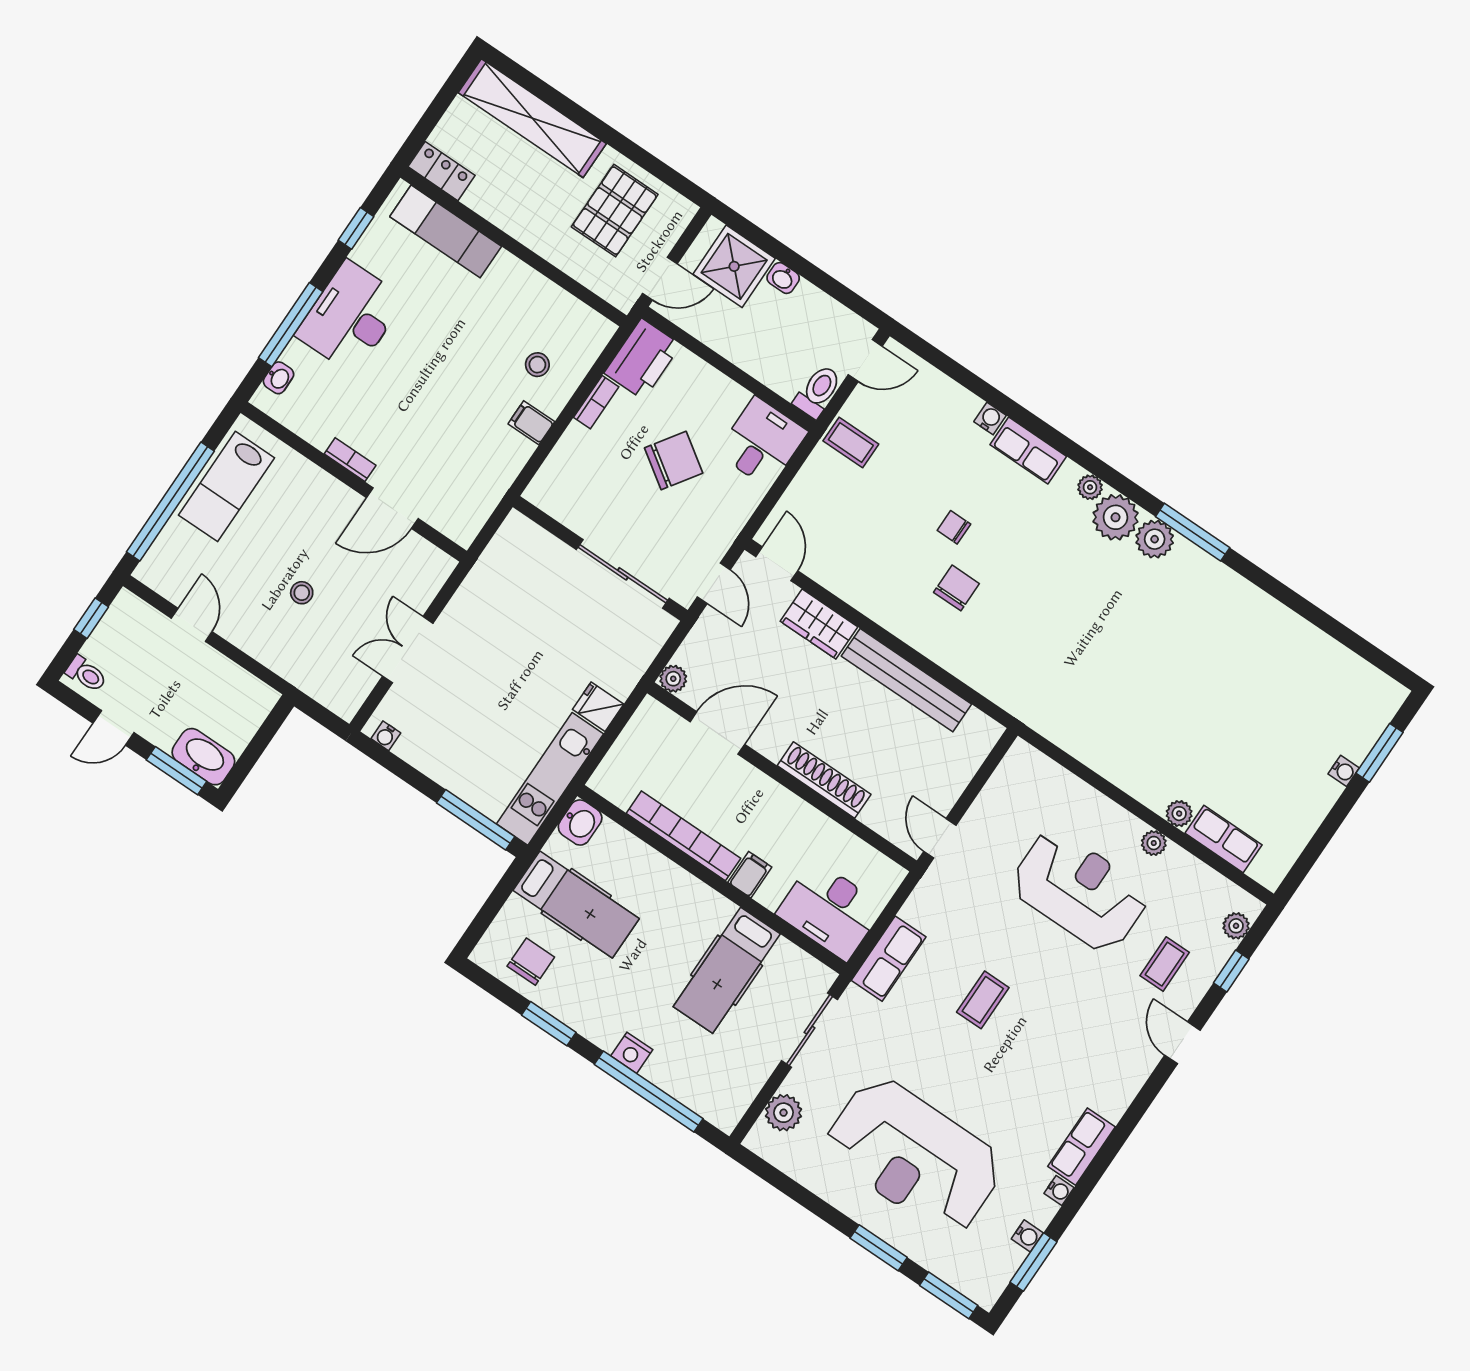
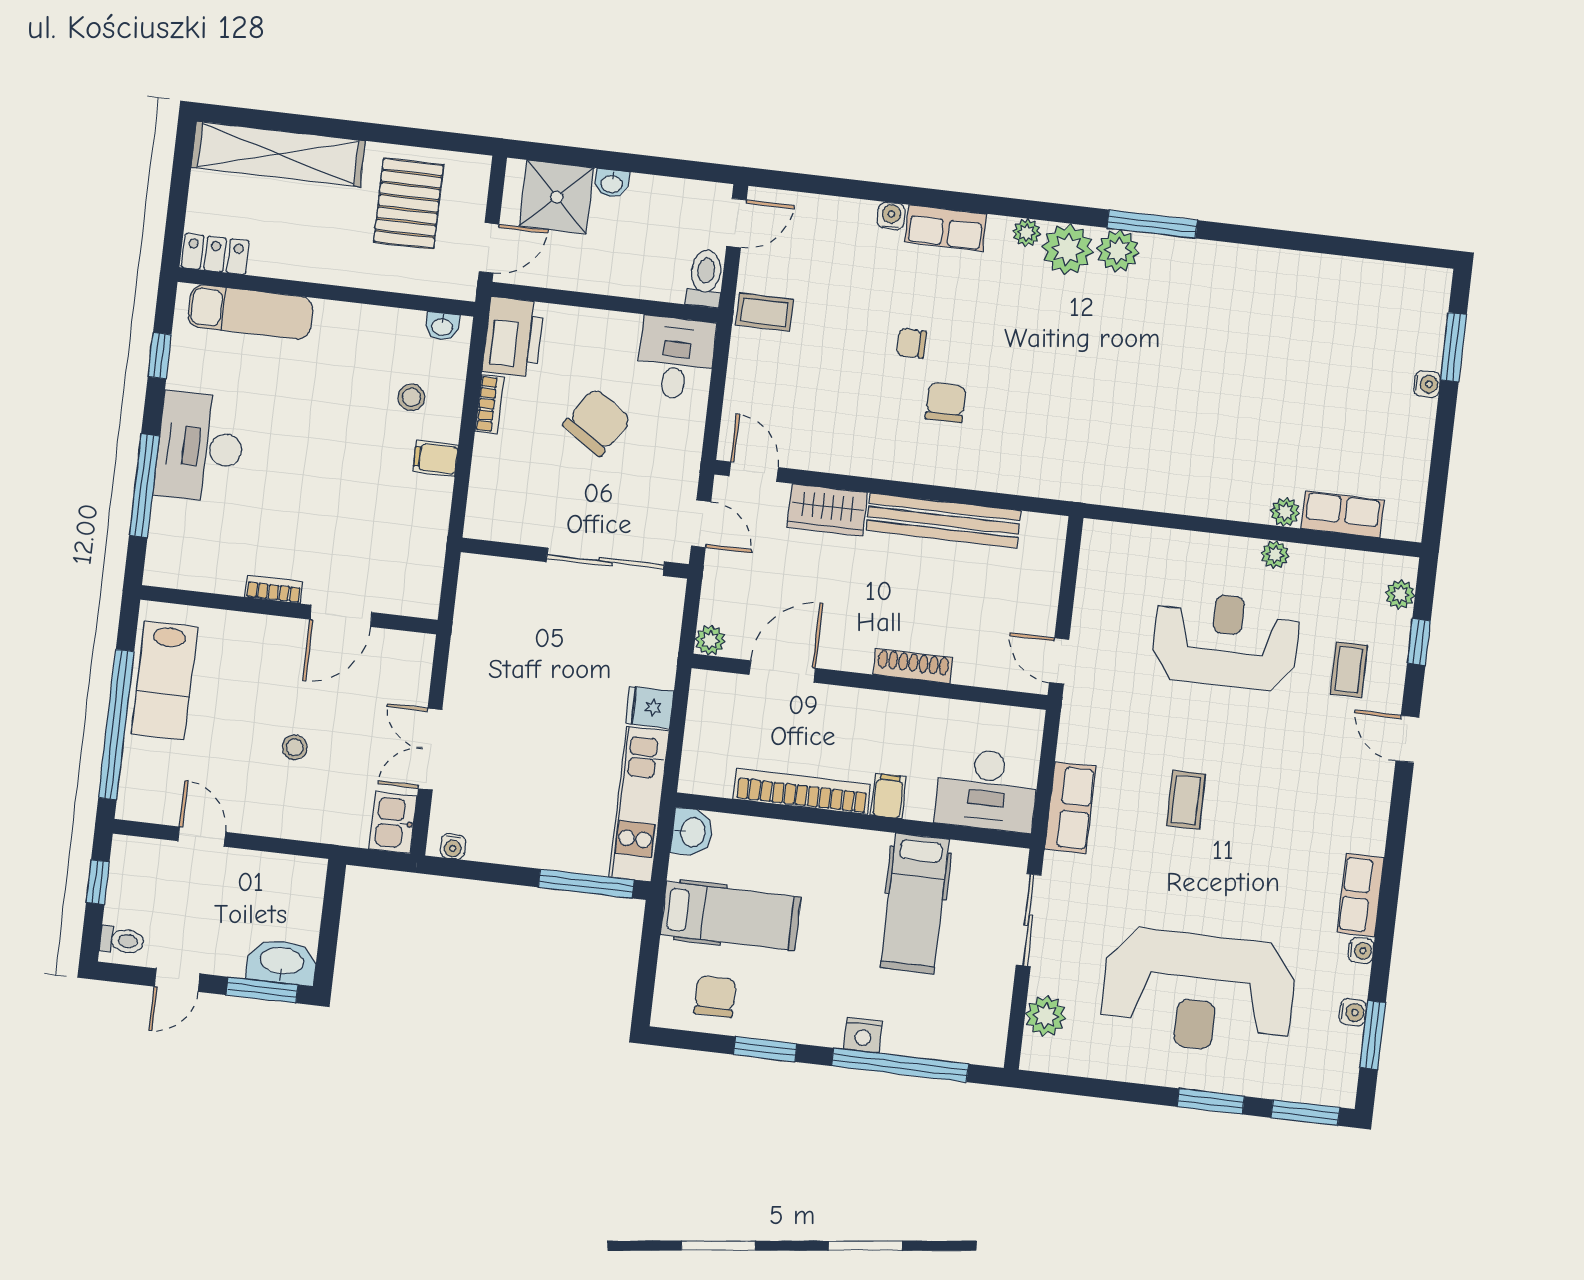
washbasin: (279, 378) -> (442, 326), moved, turned 90
kitchen sink: (348, 692) -> (393, 823), added
shoe rack: (824, 780) -> (913, 666), width x0.74, depth x0.81

